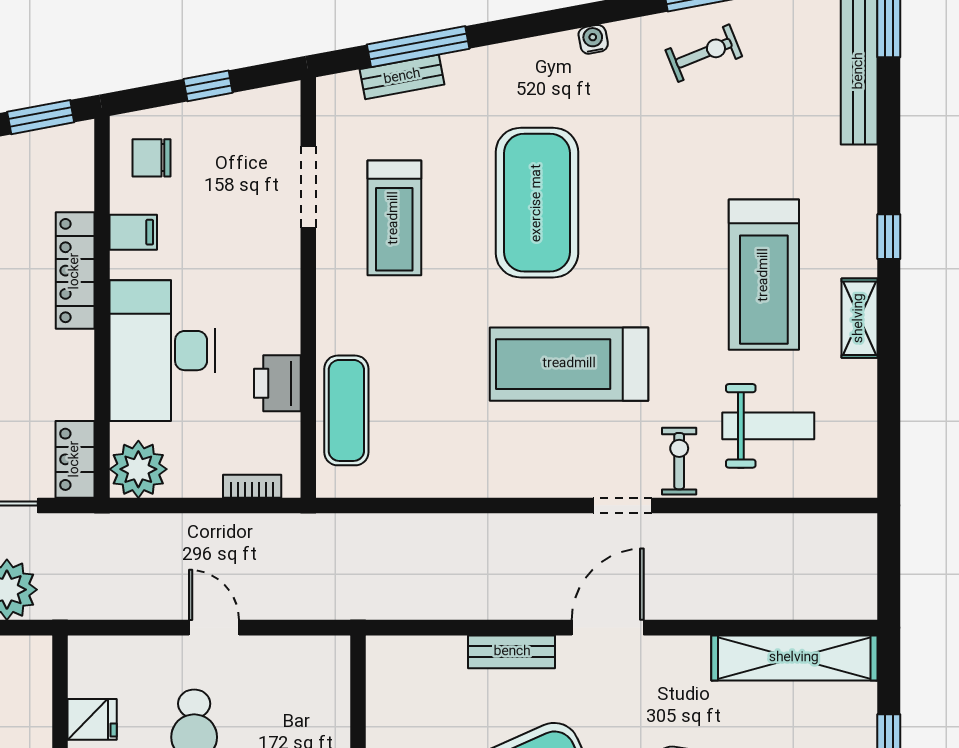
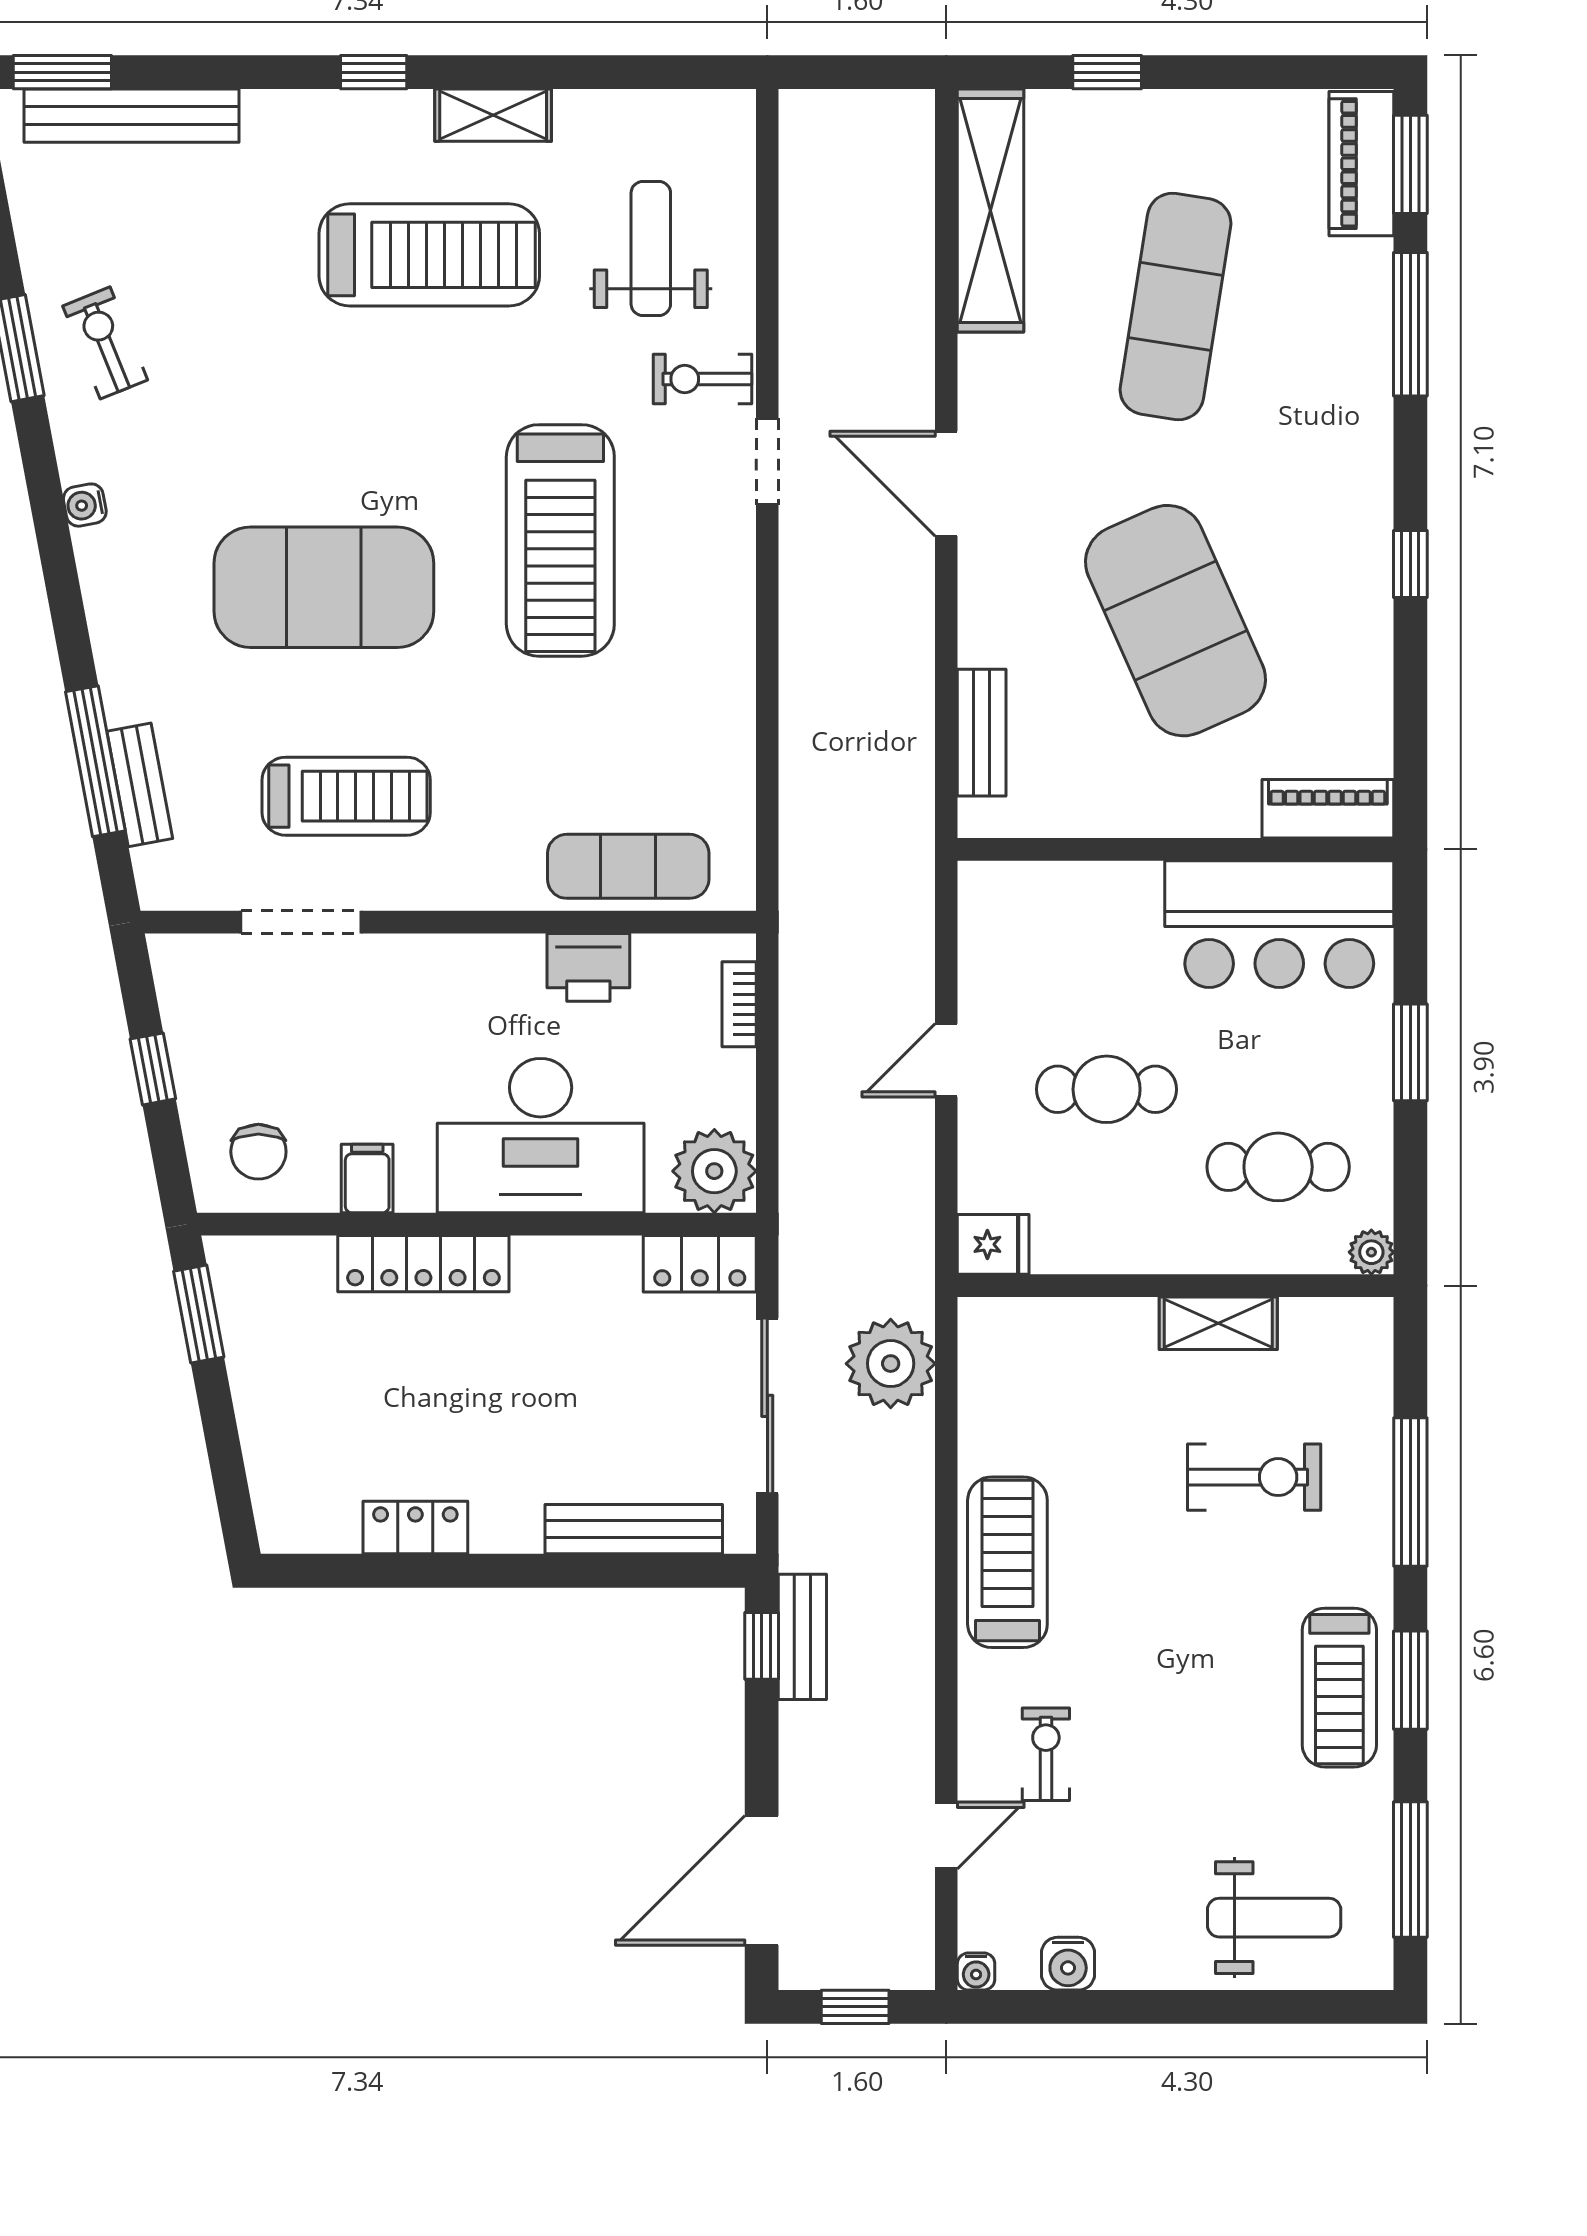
bench: (512, 652) -> (982, 733), moved
fridge: (92, 719) -> (993, 1244), moved, turned 90

